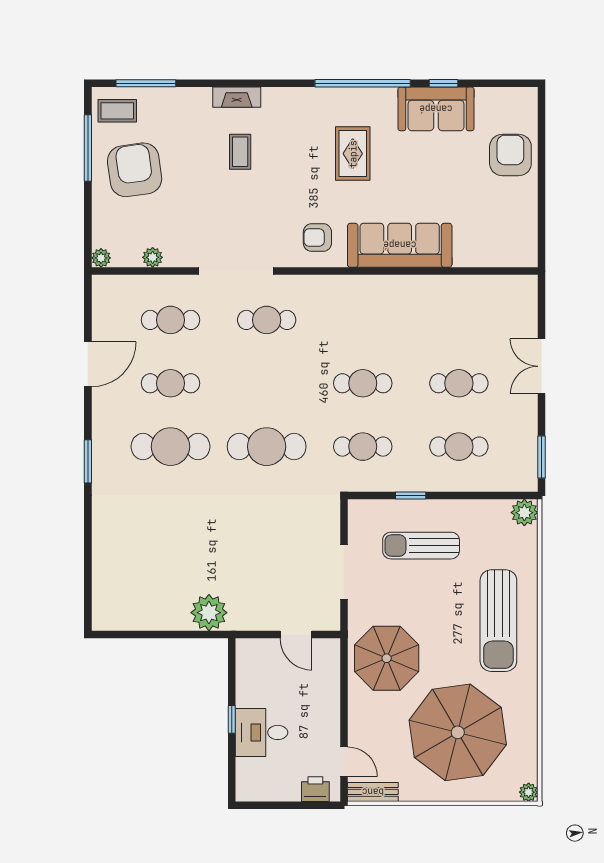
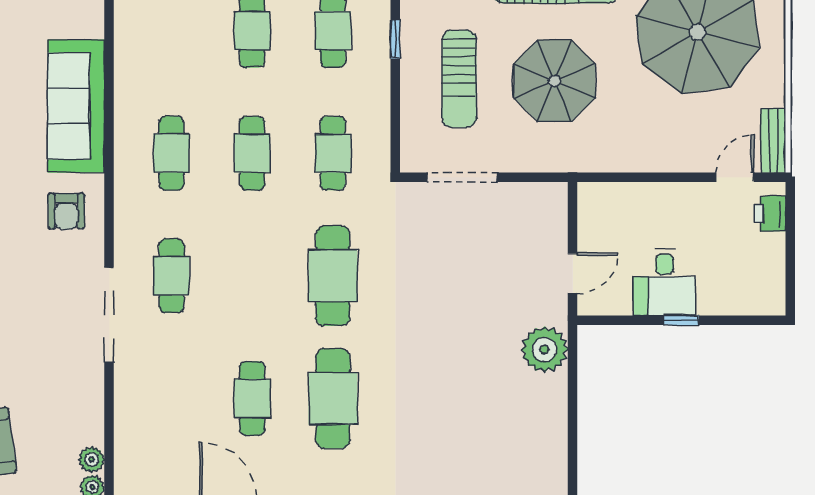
plant: (153, 257) -> (92, 459), moved
cafe table: (171, 320) -> (171, 153), moved
window: (411, 495) -> (395, 39), moved
doorway: (344, 572) -> (462, 177), moved
door: (296, 634) -> (573, 274), moved
parasol: (387, 658) -> (554, 81), moved
desk: (262, 732) -> (664, 282), moved

